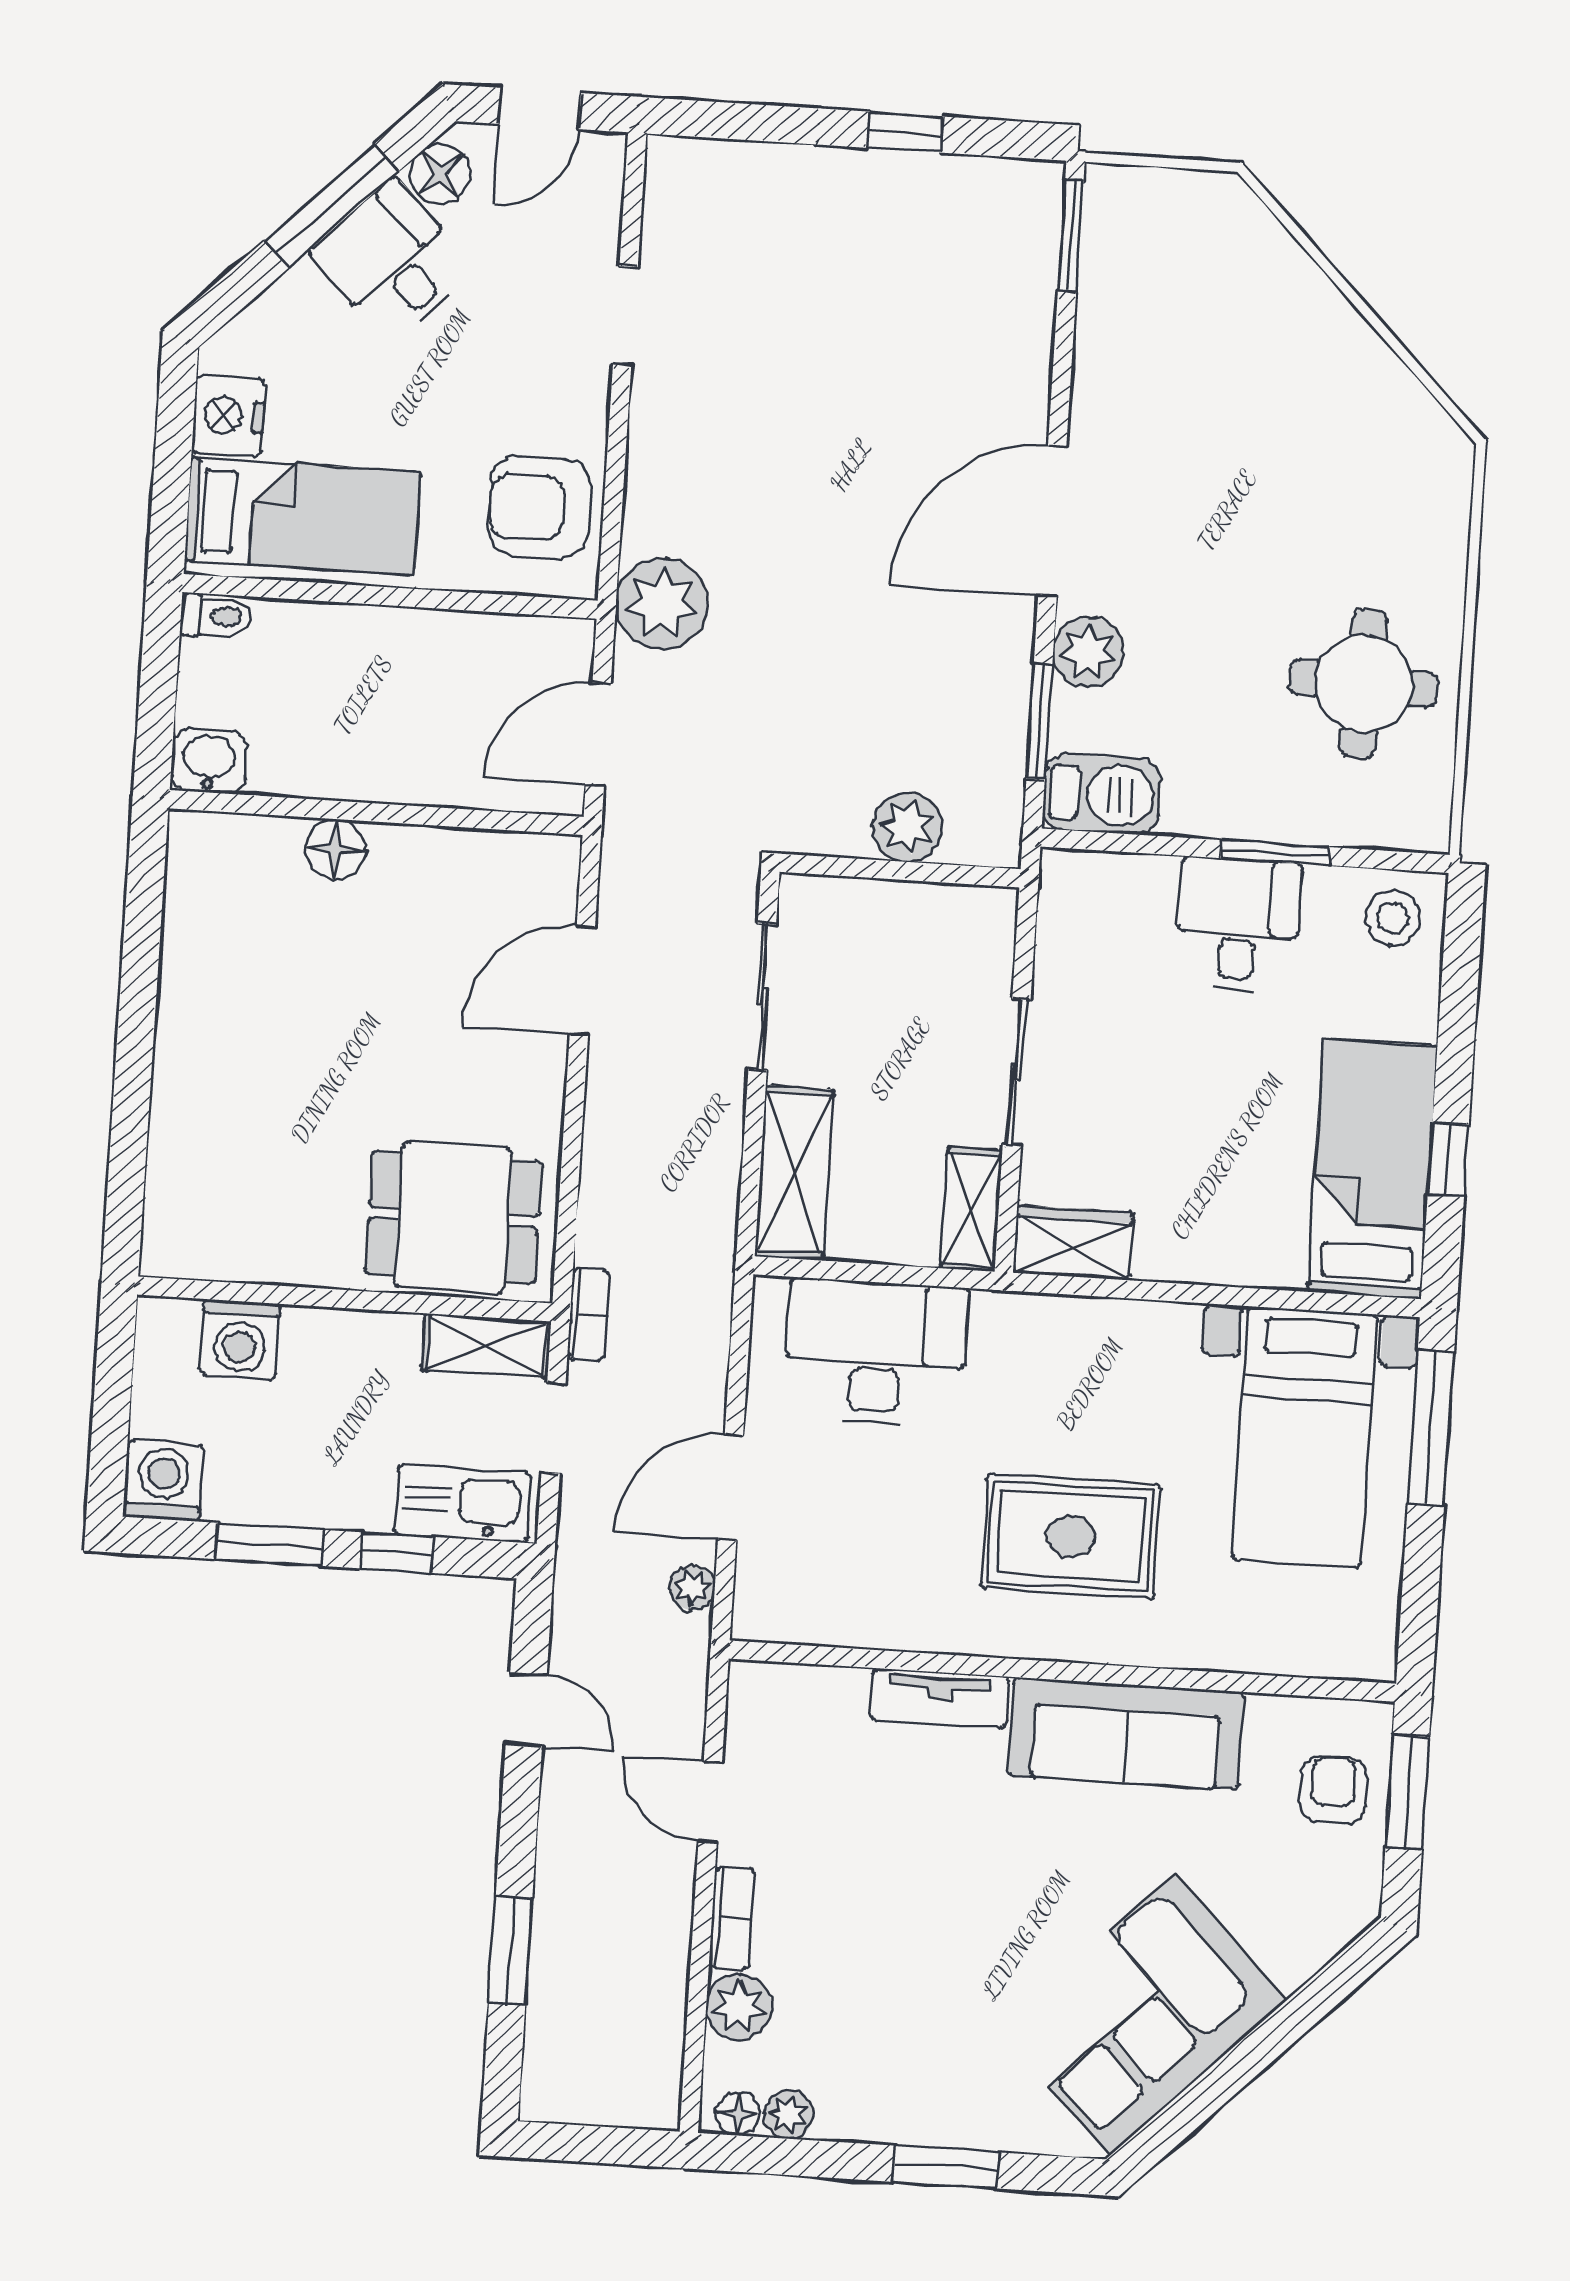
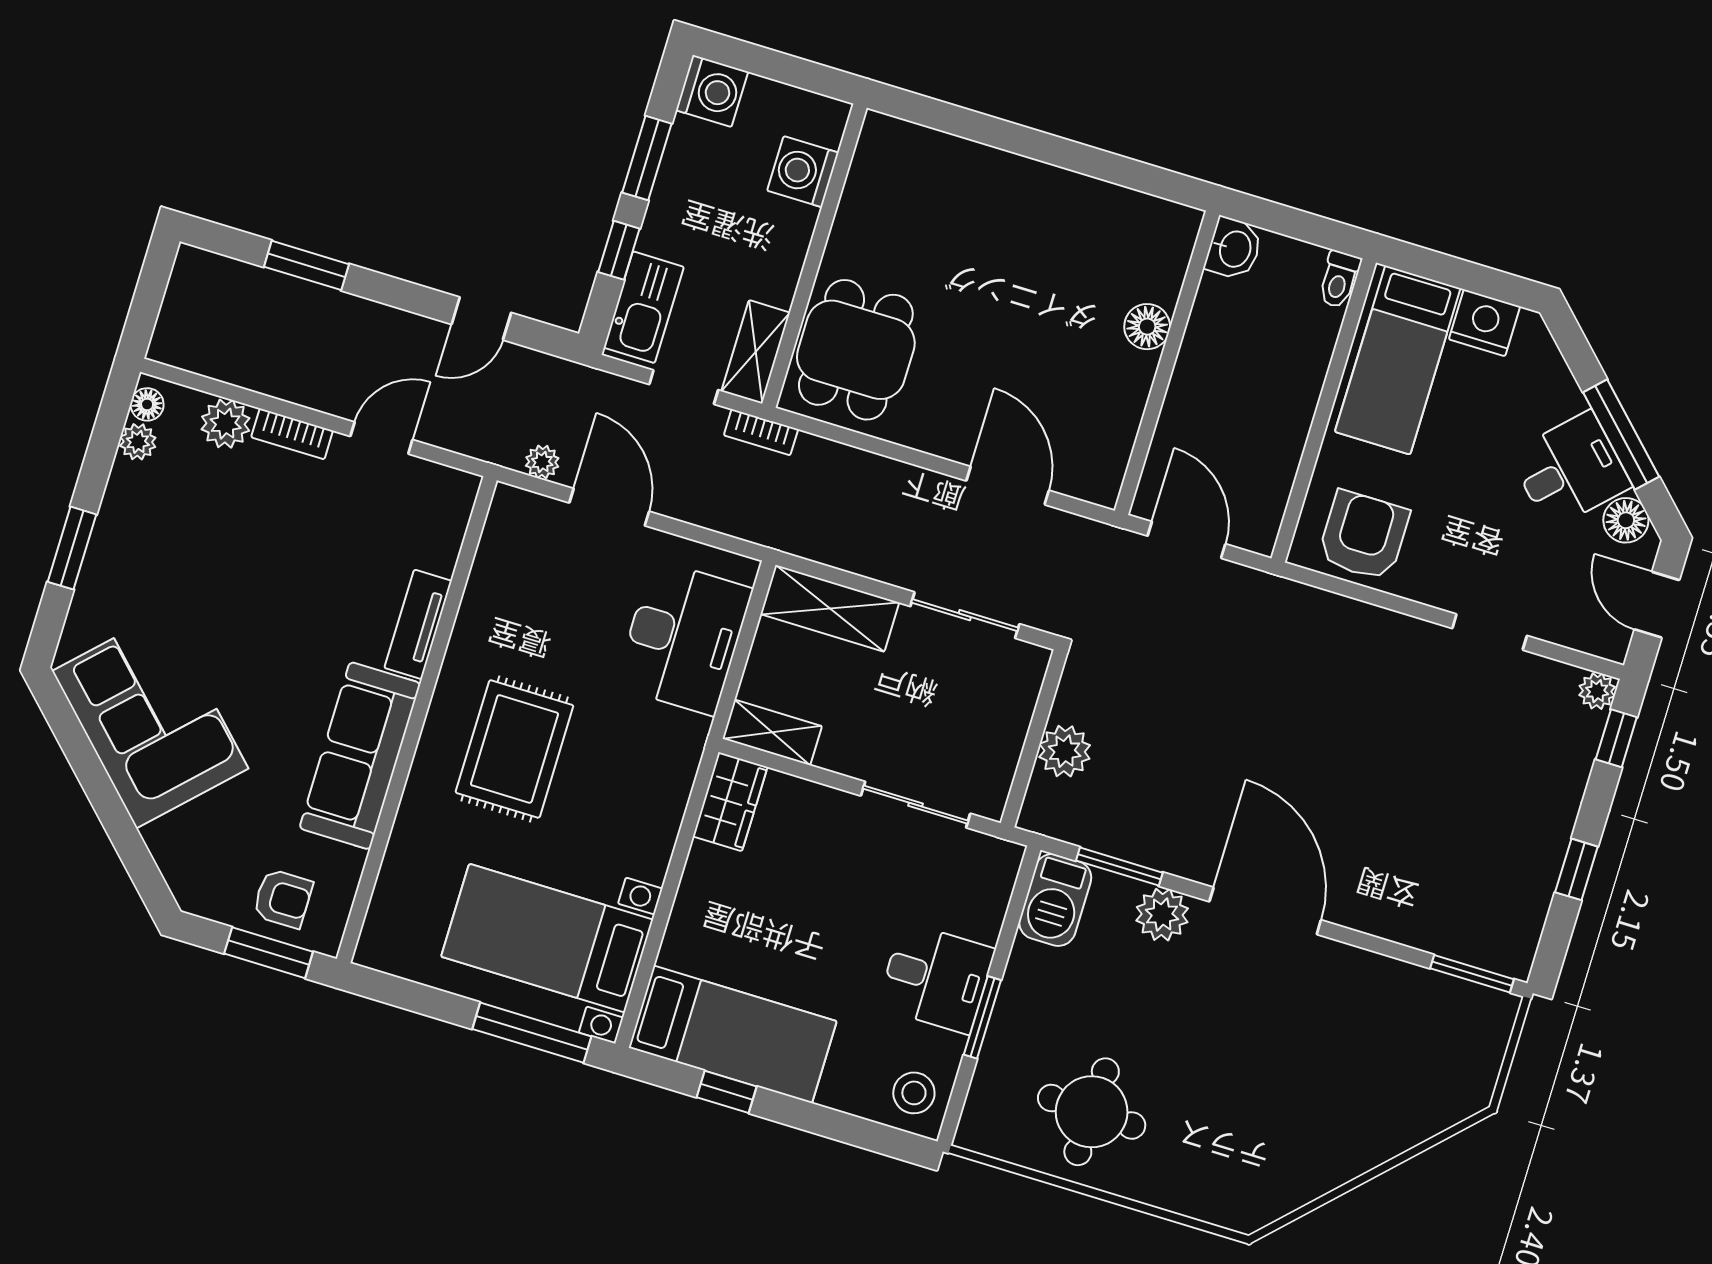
window: (724, 120) -> (1616, 738), added
plant: (662, 604) -> (1597, 691), moved, width x0.53, depth x0.53
sliding door: (1017, 1072) -> (916, 805), moved

